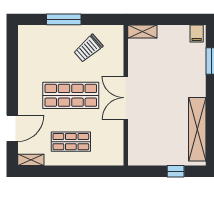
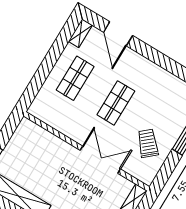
shop shelf: (71, 95) -> (116, 103), width x0.70, depth x0.74
double door: (126, 98) -> (100, 160), moved

